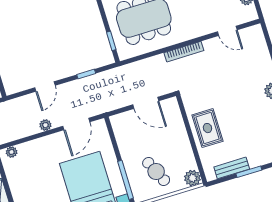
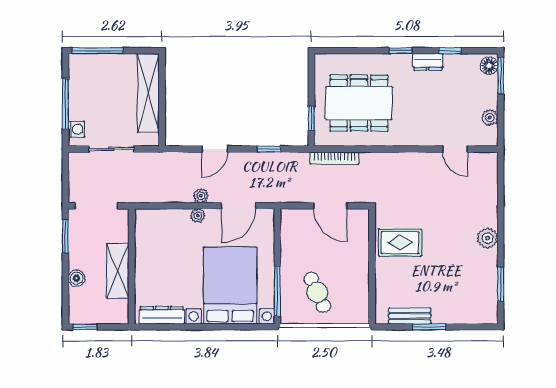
bookcase: (184, 52) -> (334, 158), moved
rug: (207, 128) -> (400, 243), moved, turned 90
plant: (12, 152) -> (198, 216), moved
plant: (192, 178) -> (359, 314), removed

